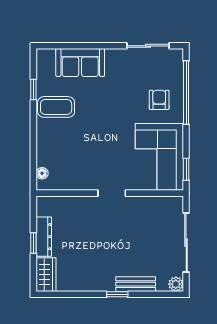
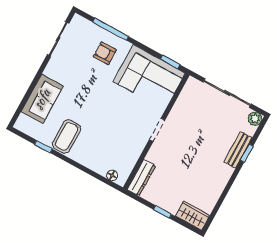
window: (186, 93) -> (111, 29), width x0.68
dresser: (44, 237) -> (141, 178), moved, turned 90
window: (117, 294) -> (247, 153), moved

